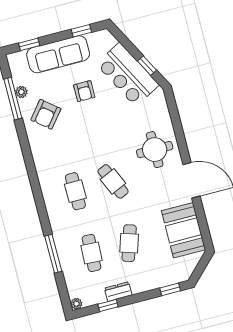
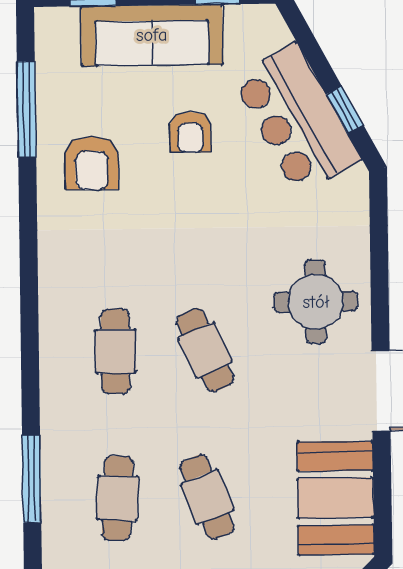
plant: (21, 92) -> (49, 100), removed
armchair: (46, 114) -> (92, 163), turned -39
cafe table: (129, 243) -> (207, 497), turned -39

